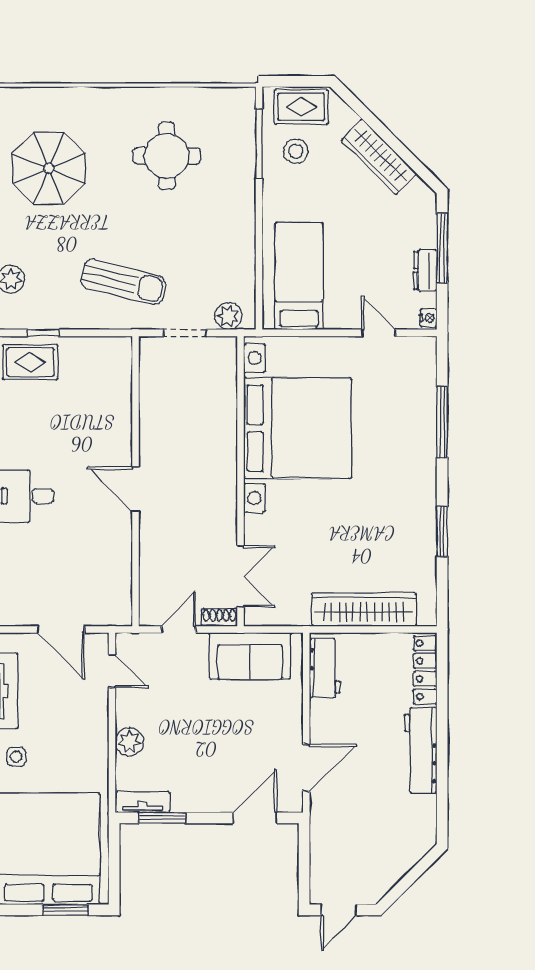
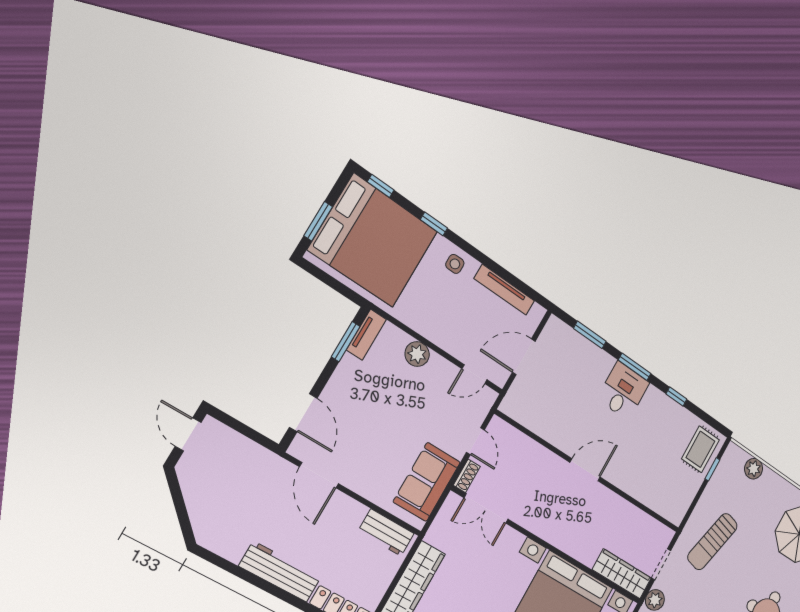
wardrobe: (222, 376) -> (622, 574), added

